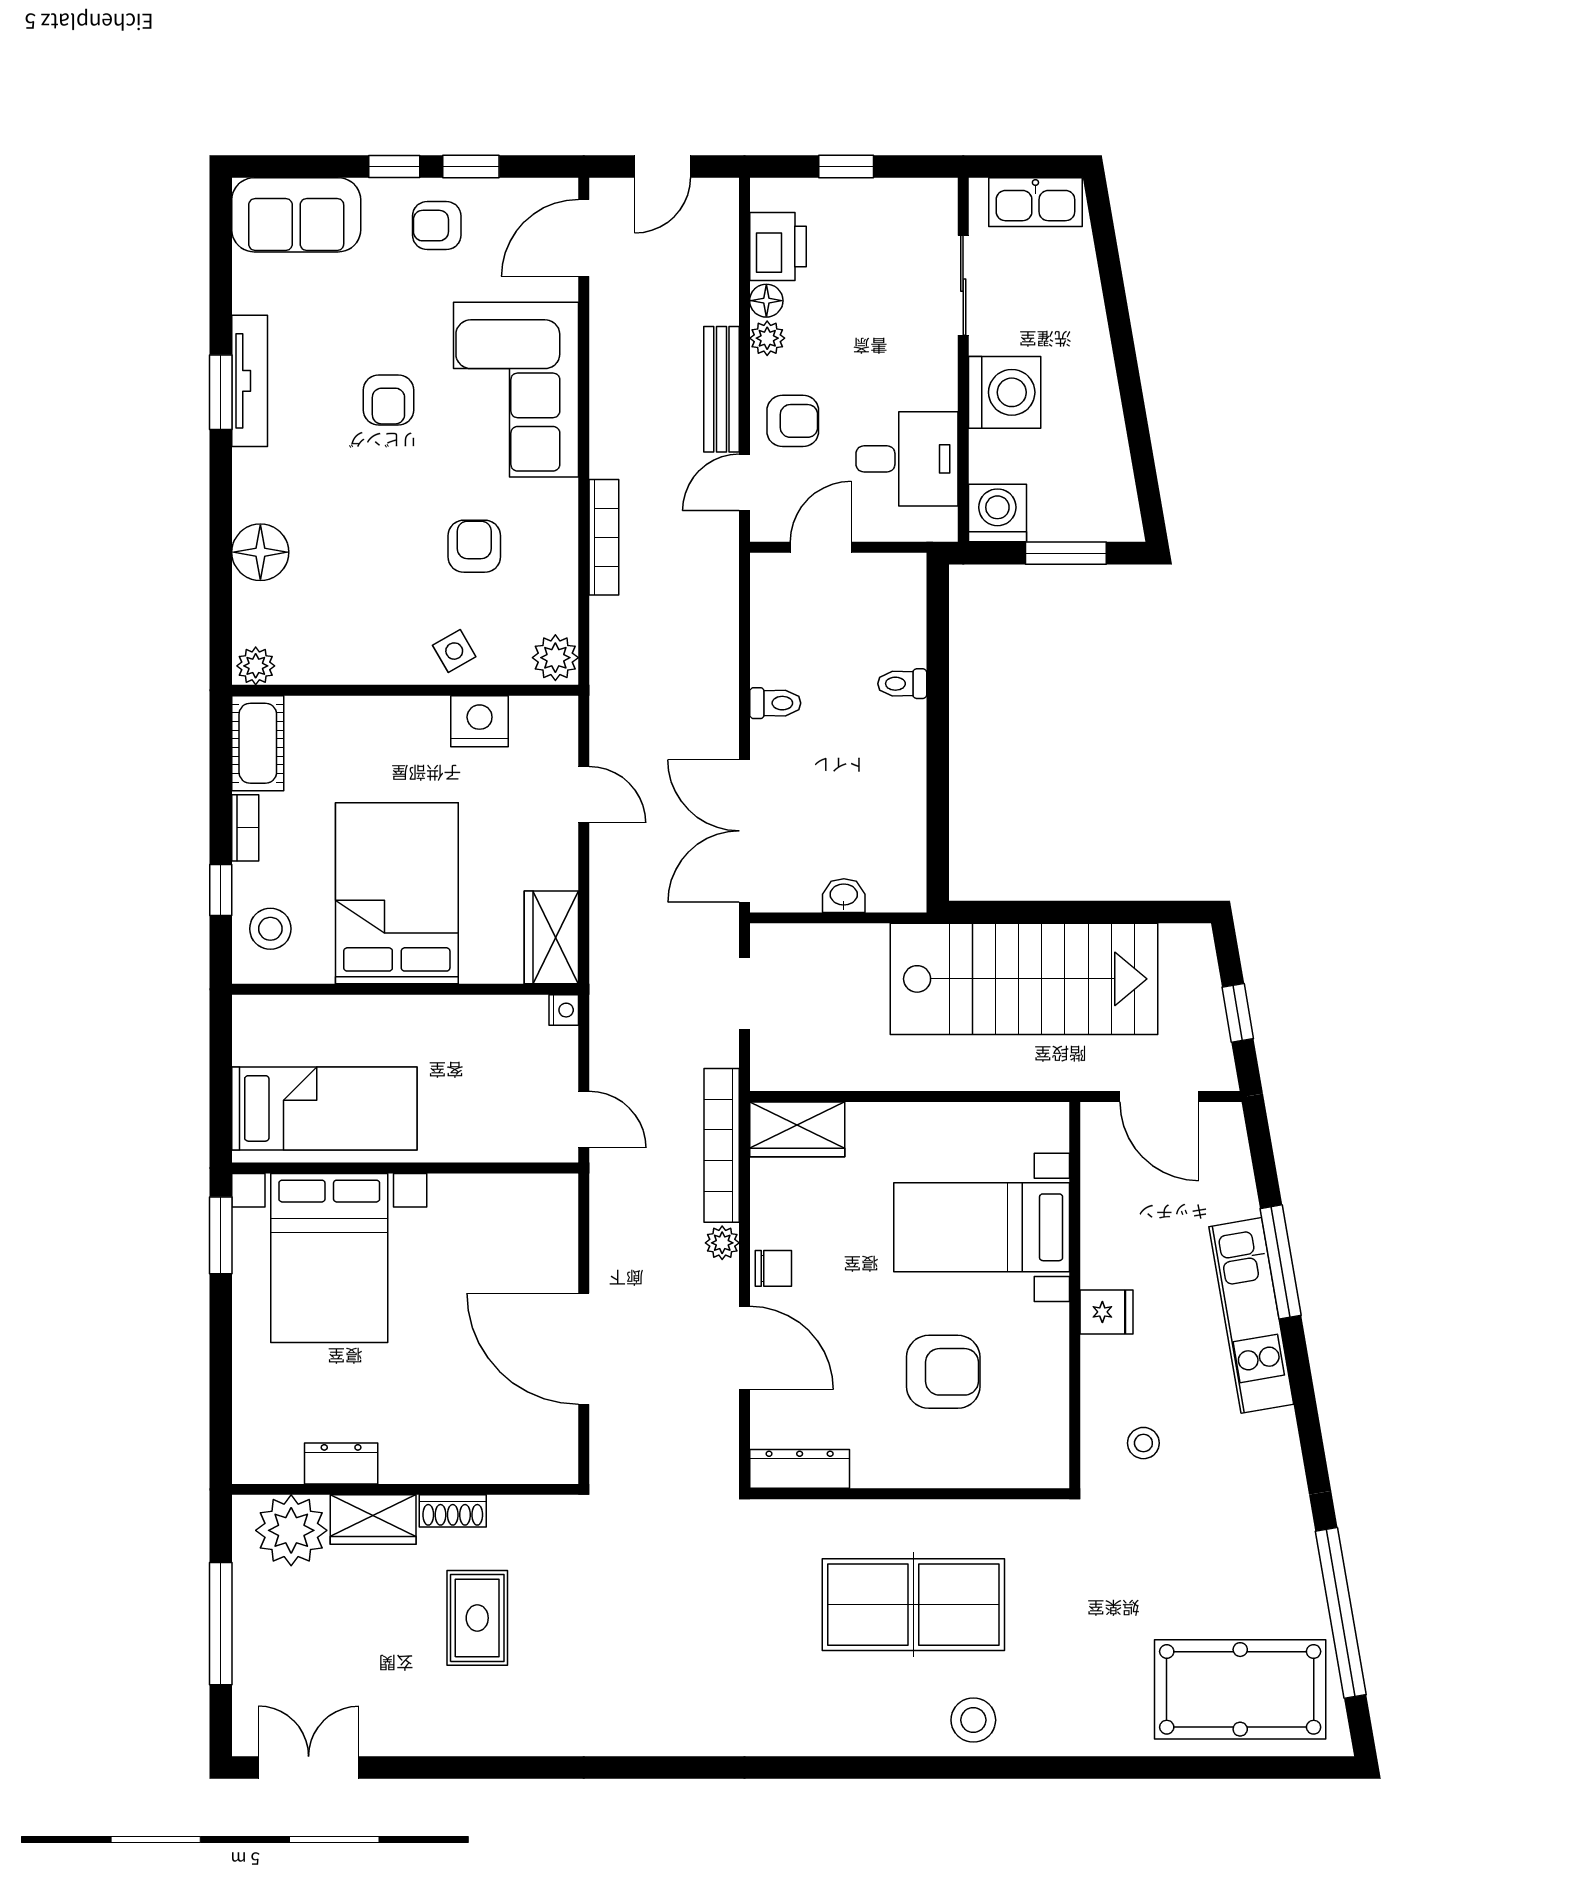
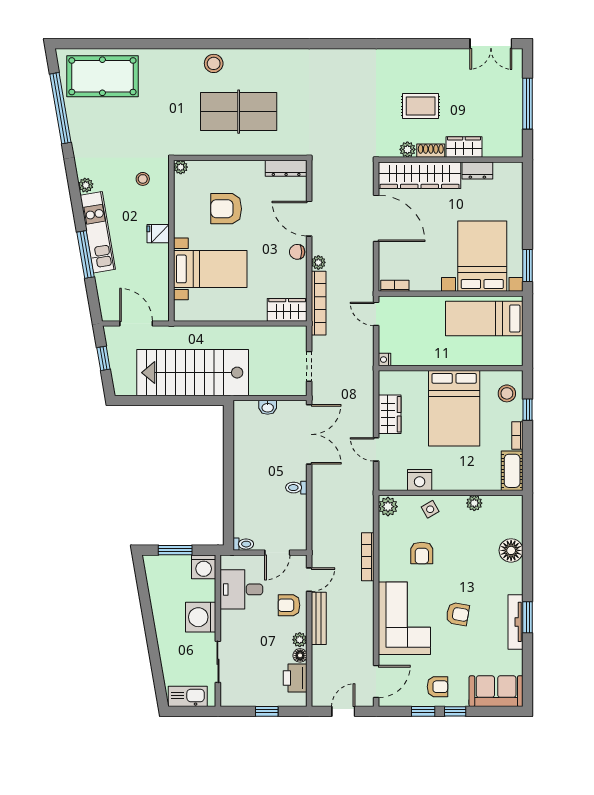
armchair: (388, 400) -> (458, 614), turned 100
plant: (256, 666) -> (474, 503), moved
toilet: (902, 684) -> (243, 544), moved
wardrobe: (551, 937) -> (390, 414), moved
bookcase: (539, 1187) -> (395, 286), added
plant: (1280, 1428) -> (86, 185), added
wardrobe: (480, 1452) -> (420, 175), added
plant: (1053, 1472) -> (181, 167), added
plant: (291, 1530) -> (407, 149), moved, width x0.53, depth x0.53
rug: (477, 1618) -> (421, 106), turned 90

